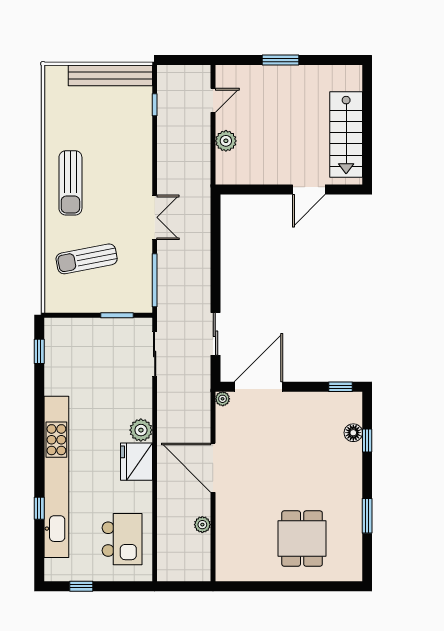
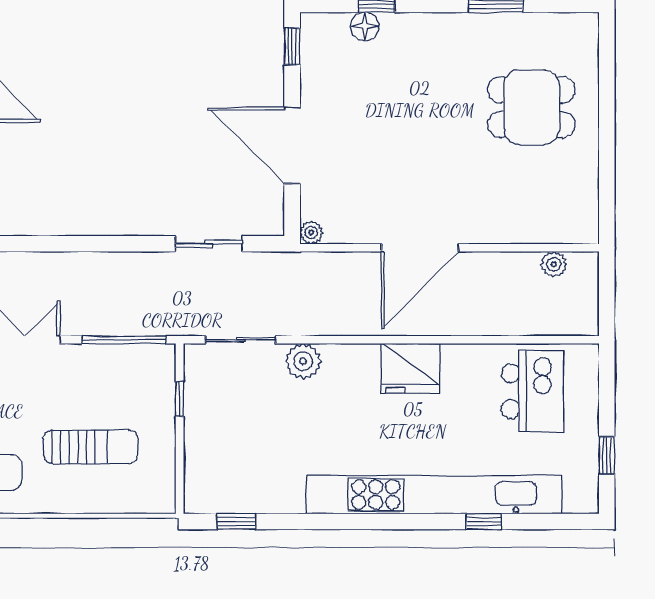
sun lounger: (87, 259) -> (91, 447), turned -79
window: (117, 315) -> (180, 399), width x0.67
door: (258, 387) -> (292, 145), moved
plant: (141, 430) -> (303, 361), moved
plant: (202, 525) -> (554, 264), moved
kitchen island: (122, 539) -> (533, 391), turned 90

